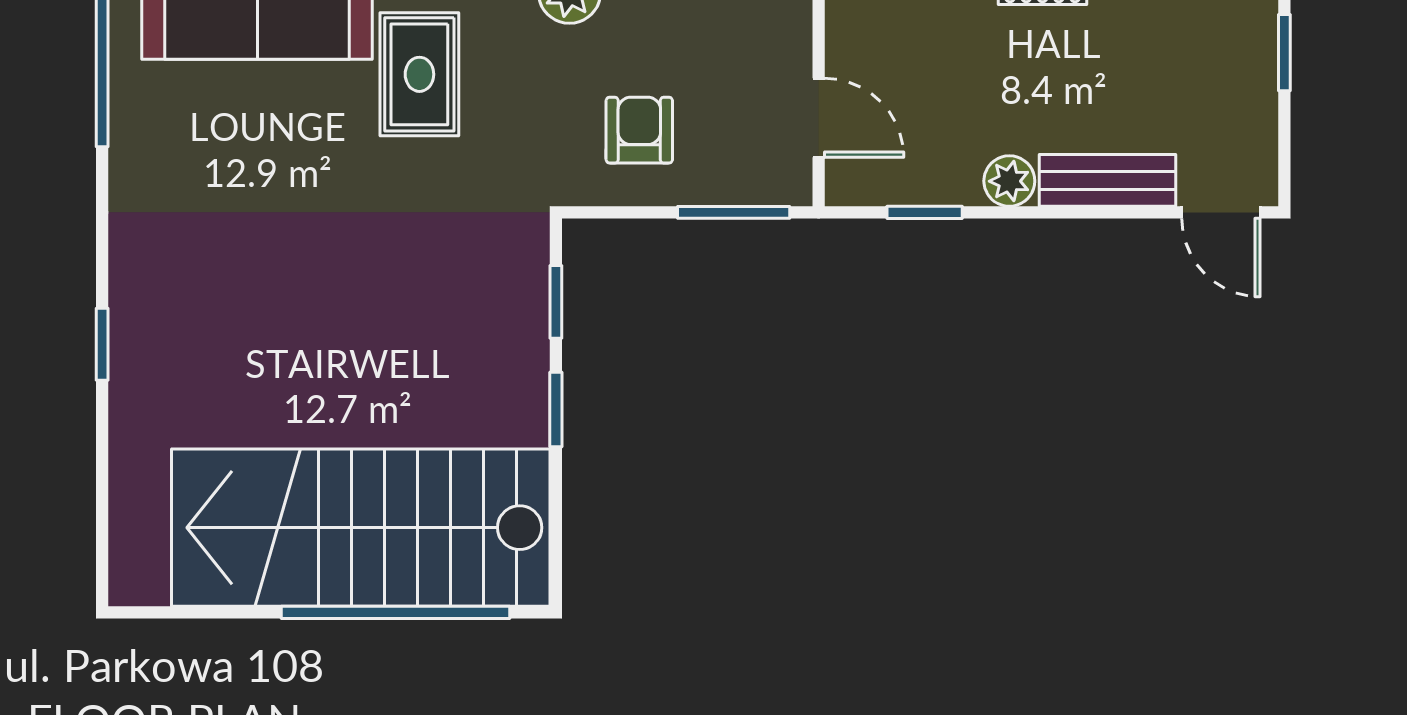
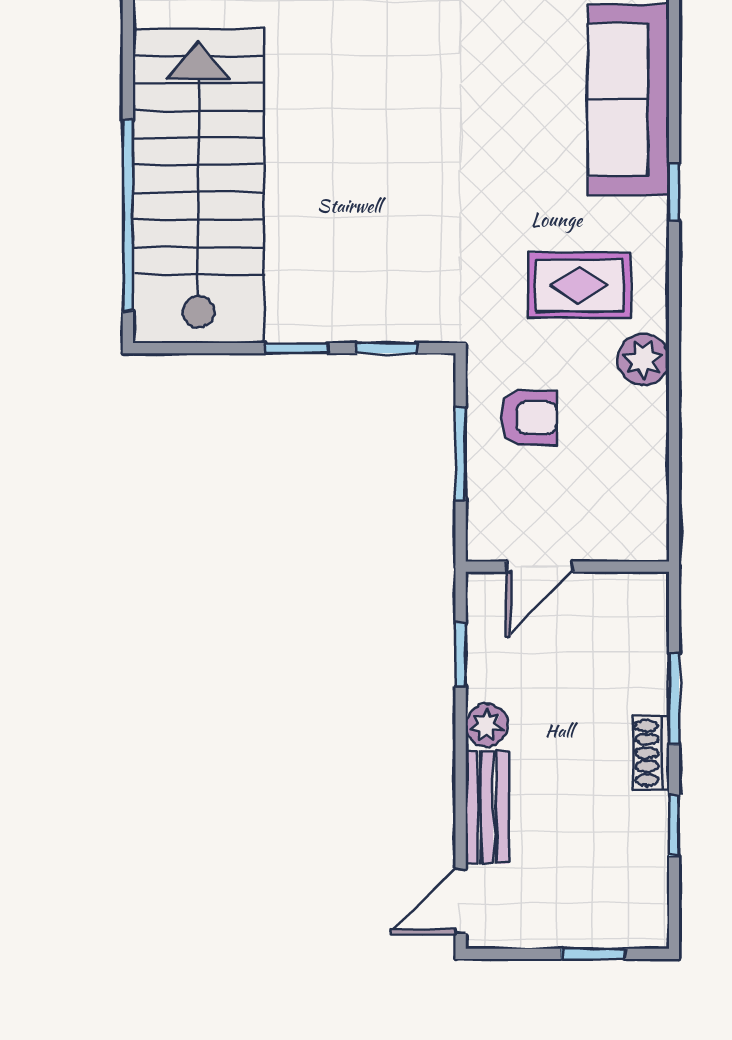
rug: (419, 74) -> (579, 286), moved
window: (734, 212) -> (461, 453), moved

